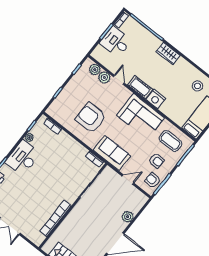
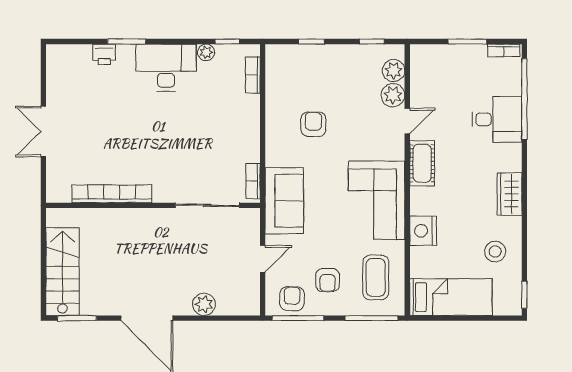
desk: (116, 42) -> (497, 119), moved, turned 90
wardrobe: (168, 54) -> (509, 194), moved
nightstand: (156, 99) -> (423, 231), moved
armchair: (91, 118) -> (313, 124), width x0.53, depth x0.53
door: (128, 180) -> (263, 259), hinge flipped

